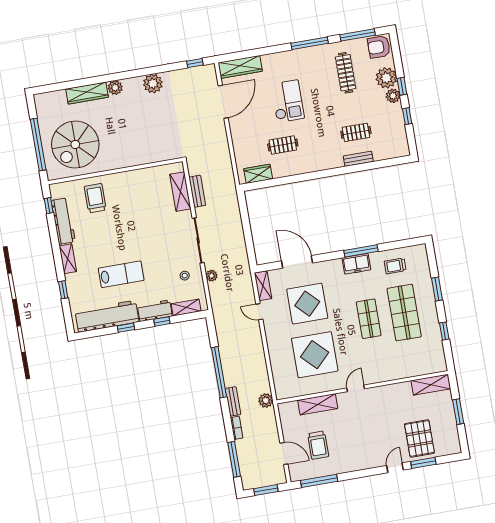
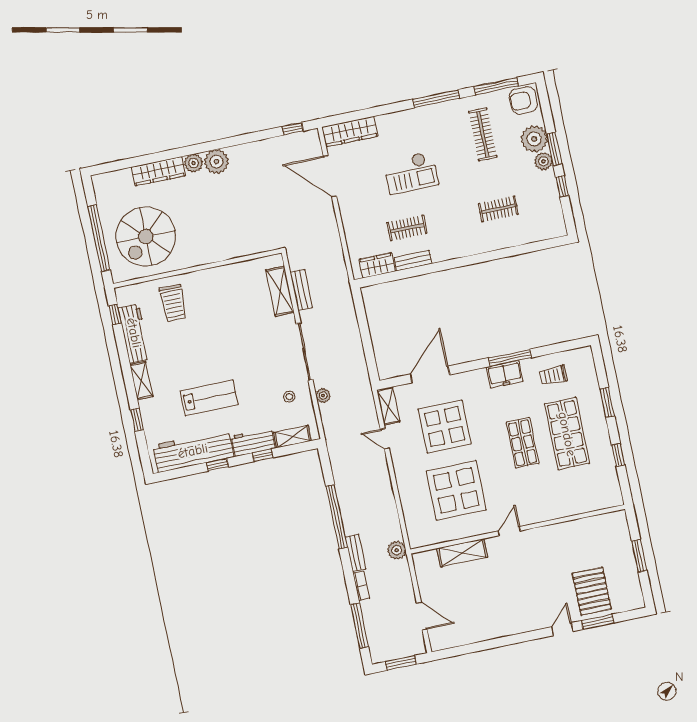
plant: (153, 84) -> (216, 162), moved
window: (402, 86) -> (554, 149), width x1.50
checkout: (288, 101) -> (411, 173), turned 90
door: (223, 102) -> (330, 176), swing flipped
bench: (358, 159) -> (413, 261), moved
trolley: (95, 198) -> (173, 303), turned 180
door: (297, 262) -> (430, 374), hinge flipped
shelving: (431, 385) -> (604, 523), removed
trolley: (318, 445) -> (465, 604), removed
window: (319, 481) -> (467, 649), removed

